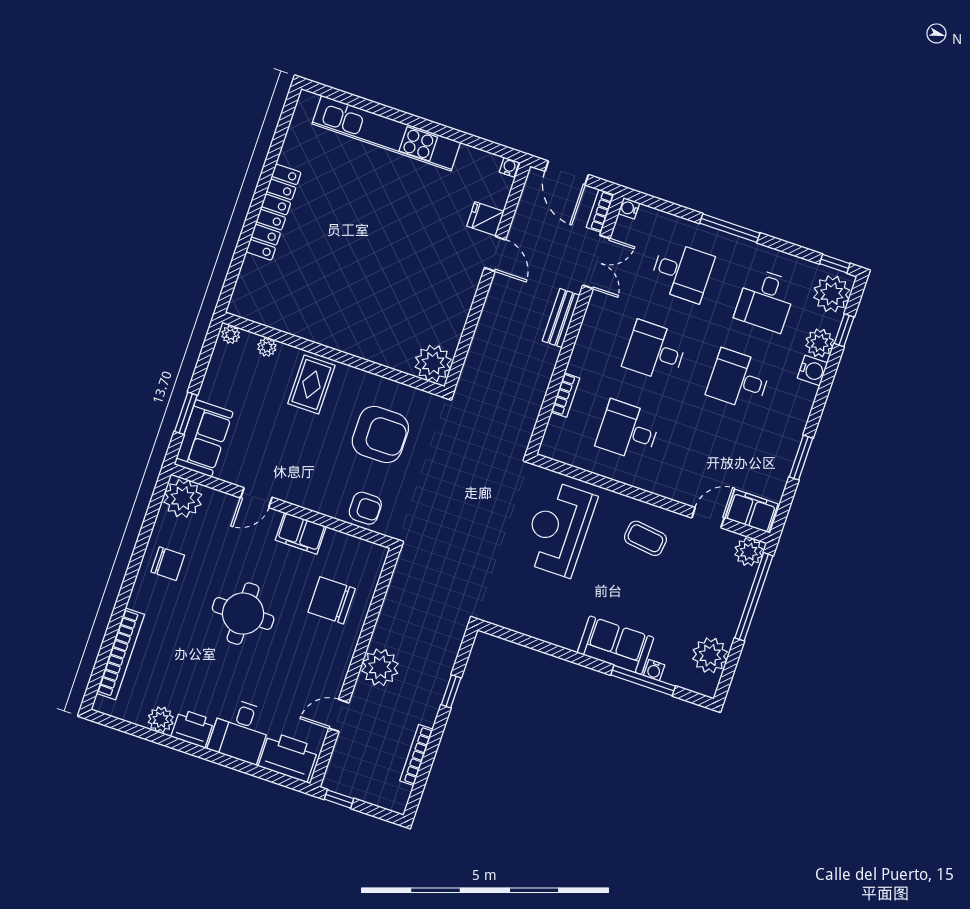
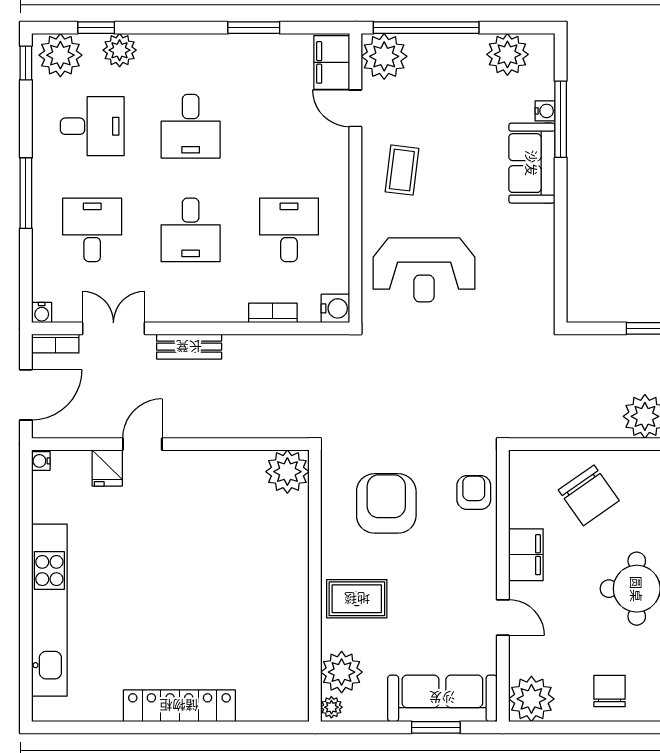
plant: (267, 347) -> (342, 672), width x1.88, depth x1.88
water cooler: (812, 370) -> (335, 308), moved, turned 90
desk: (628, 431) -> (289, 230), turned 180
sofa: (204, 438) -> (442, 698), width x1.36
plant: (749, 552) -> (384, 56), width x1.36, depth x1.36
chair: (332, 600) -> (589, 495), turned -35

